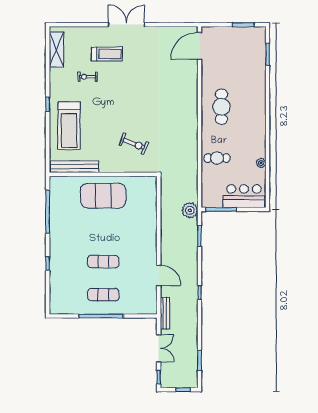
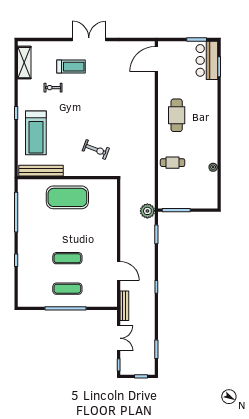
bar counter: (244, 196) -> (207, 60), moved, turned -90

